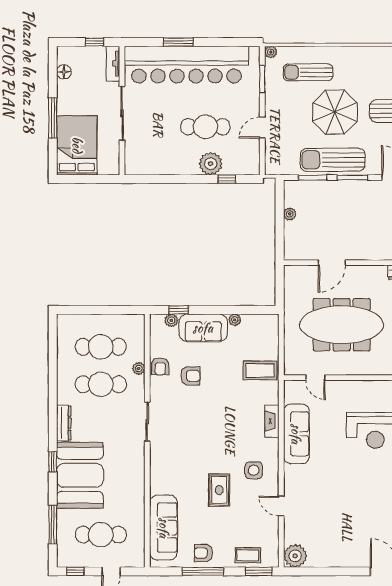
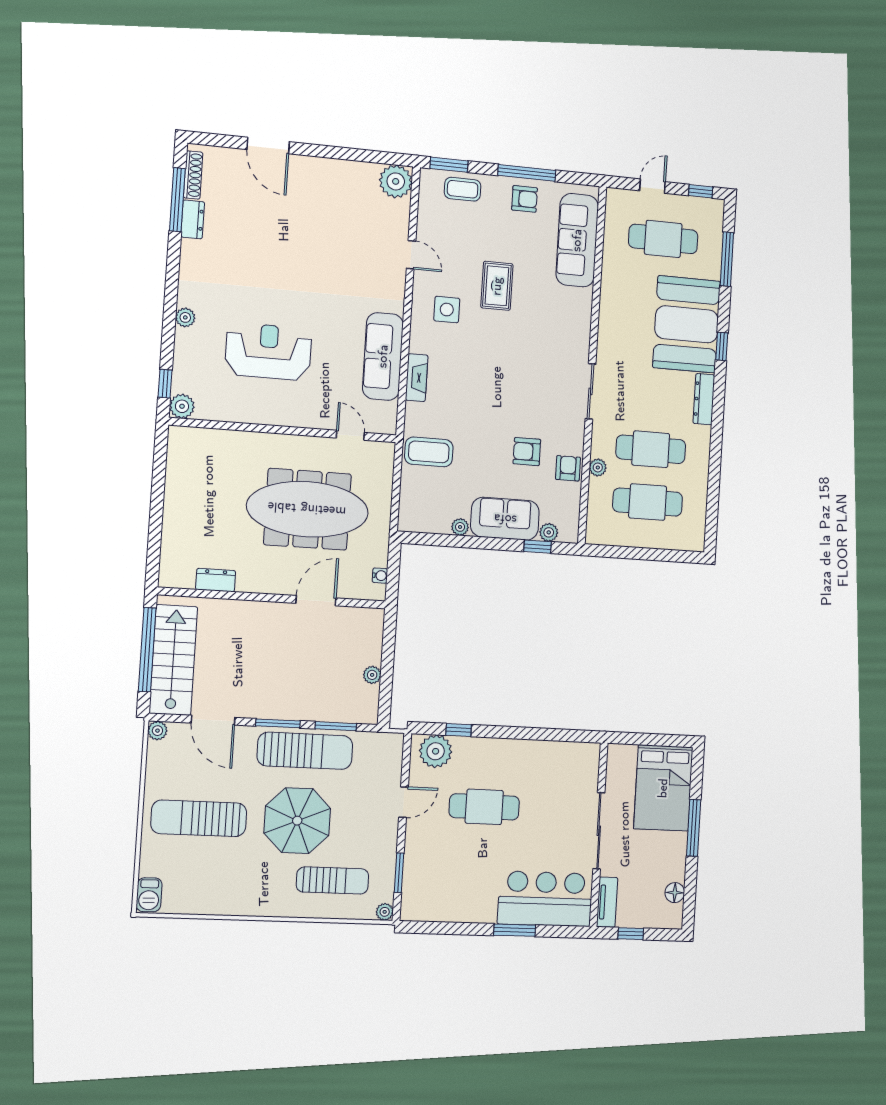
bar counter: (186, 65) -> (545, 899), width x0.54
plant: (211, 164) -> (436, 751), moved
water cooler: (289, 283) -> (380, 576), added

